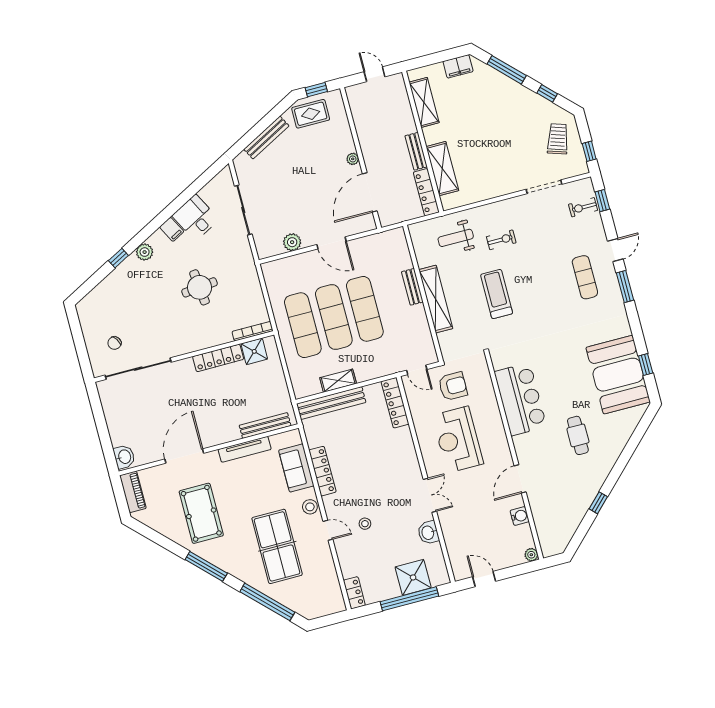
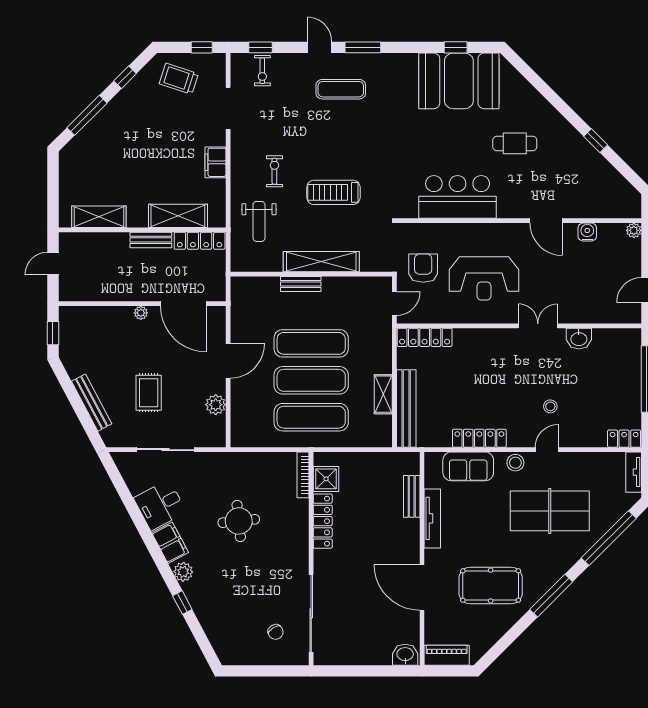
filing cabinet: (458, 66) -> (216, 162), moved, turned 180
rug: (311, 114) -> (149, 393), moved
filing cabinet: (172, 229) -> (170, 543), width x2.00
bench: (265, 426) -> (412, 496), width x0.73
shower: (413, 577) -> (624, 369), removed
tv unit: (328, 608) -> (634, 472), added

